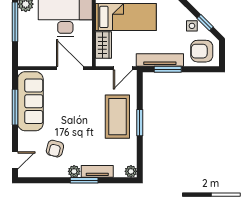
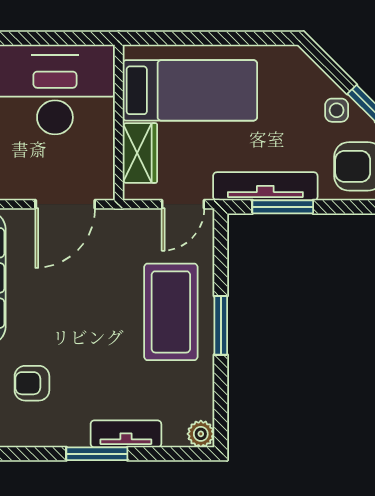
door: (70, 68) -> (65, 204), swing flipped
armchair: (55, 149) -> (32, 383), turned 76
plant: (74, 171) -> (75, 434), removed

